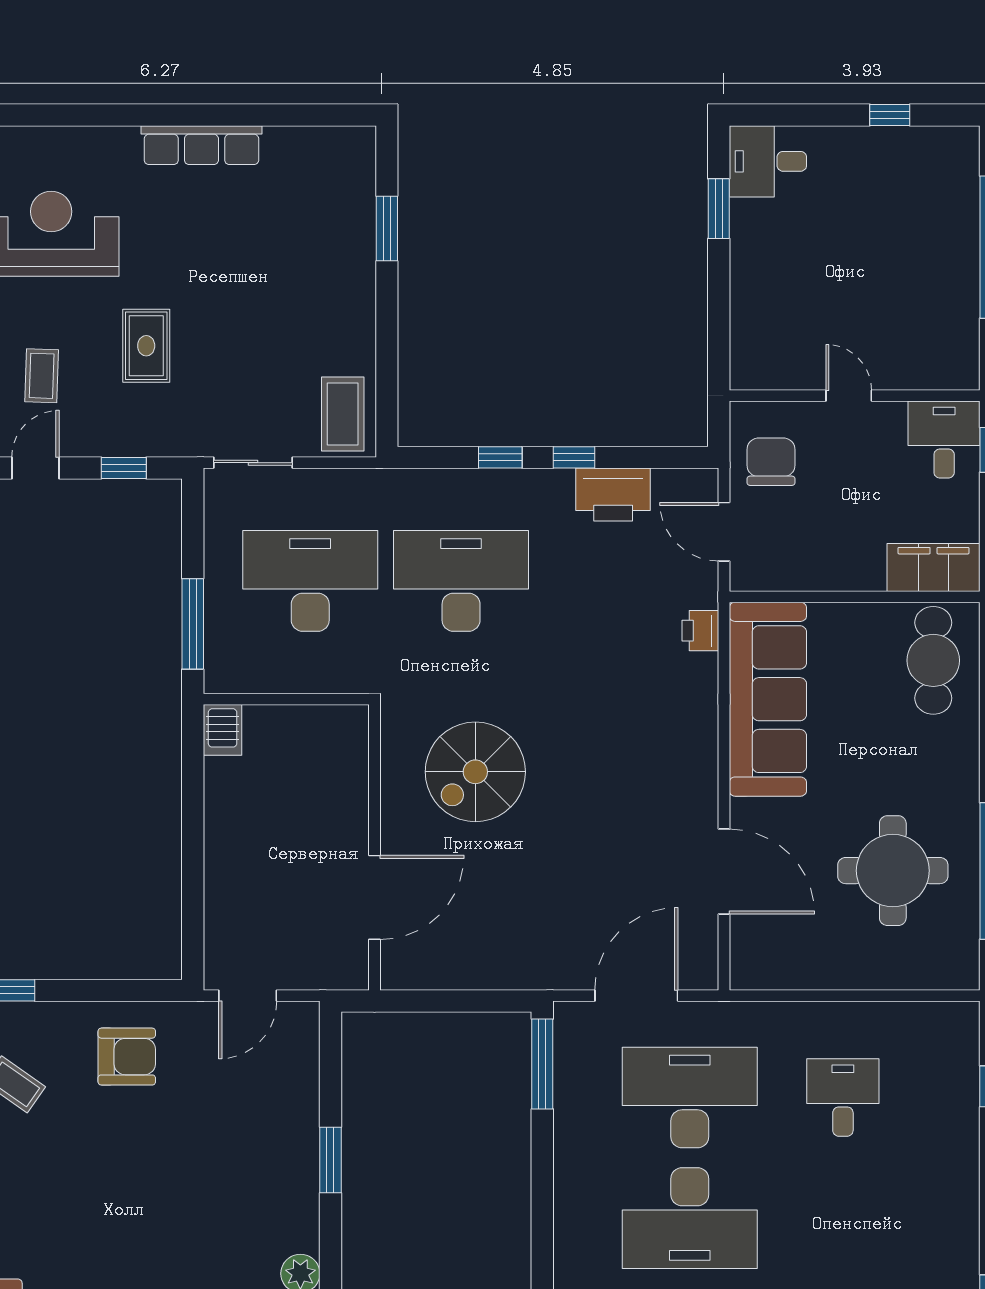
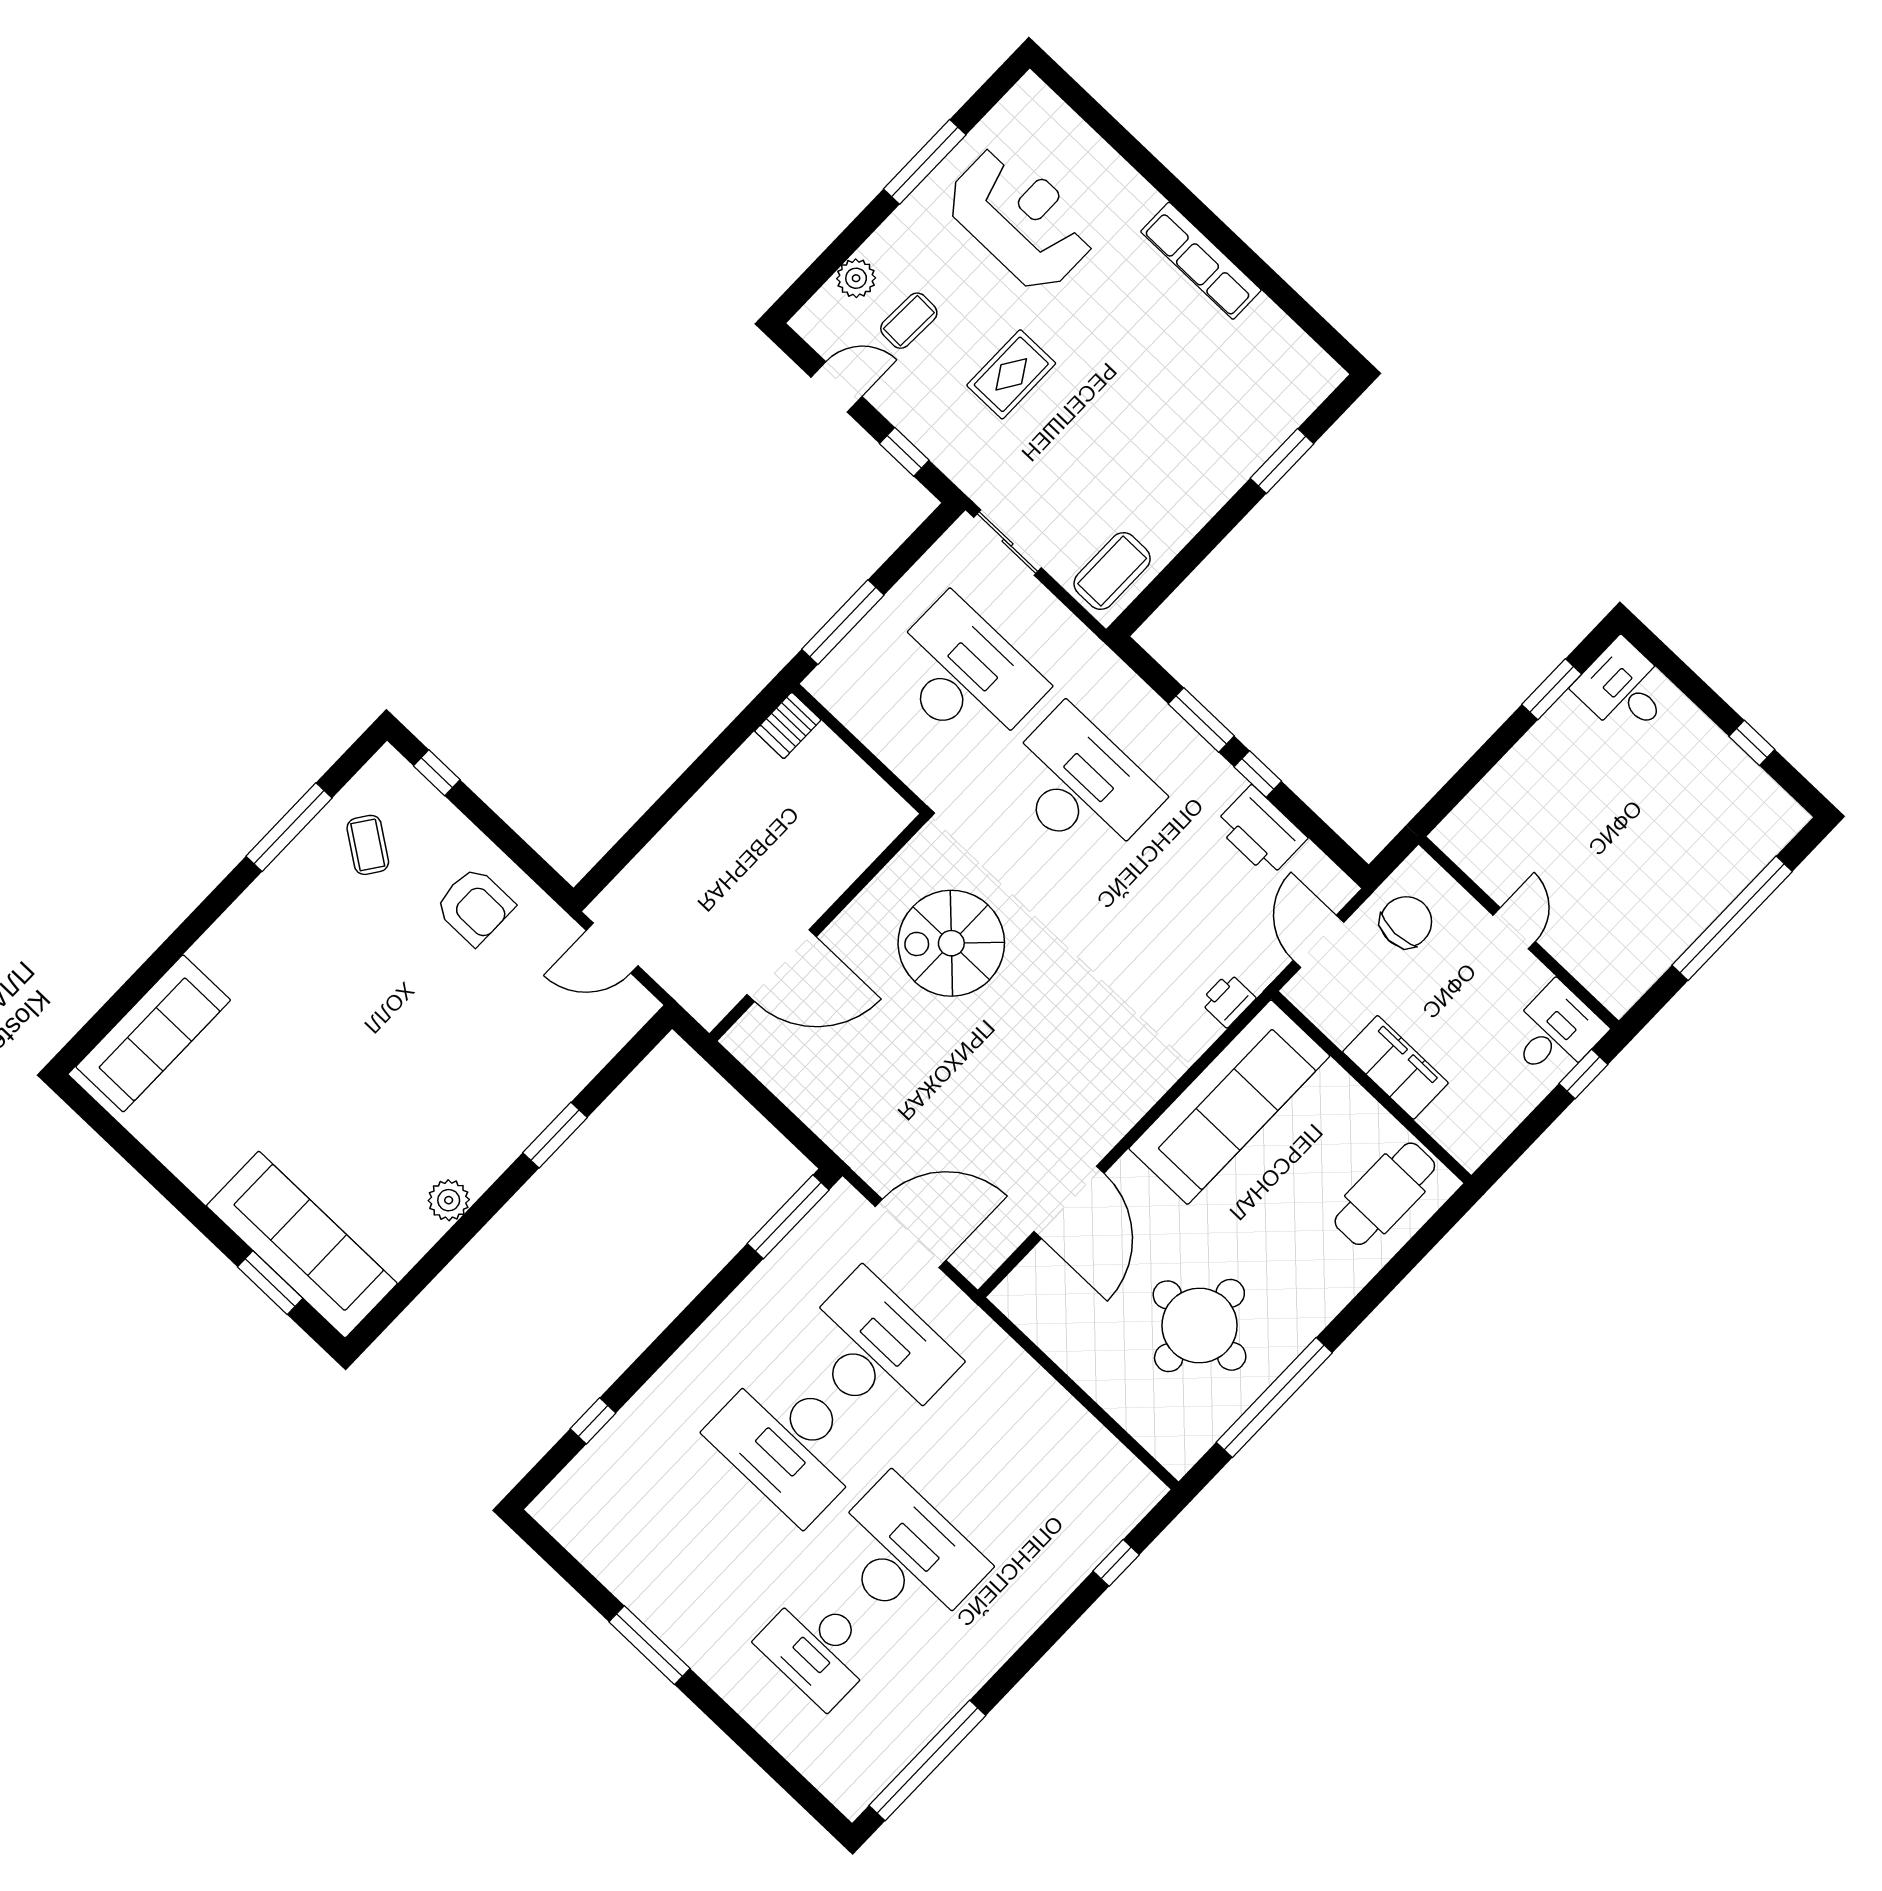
window: (500, 457) -> (1201, 720), width x1.50
filing cabinet: (934, 567) -> (1395, 1067), moved
desk: (843, 1098) -> (906, 1556), moved, width x1.87, depth x1.30

